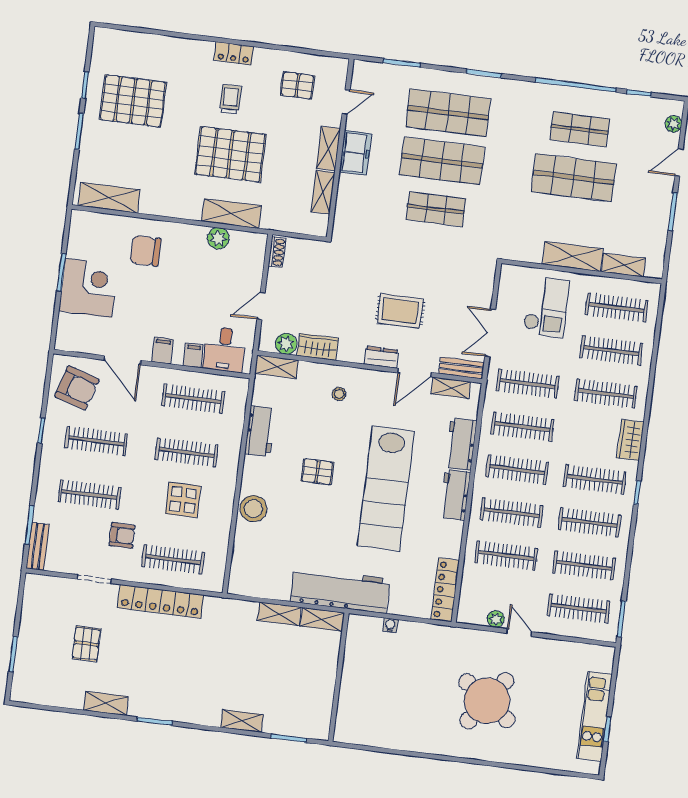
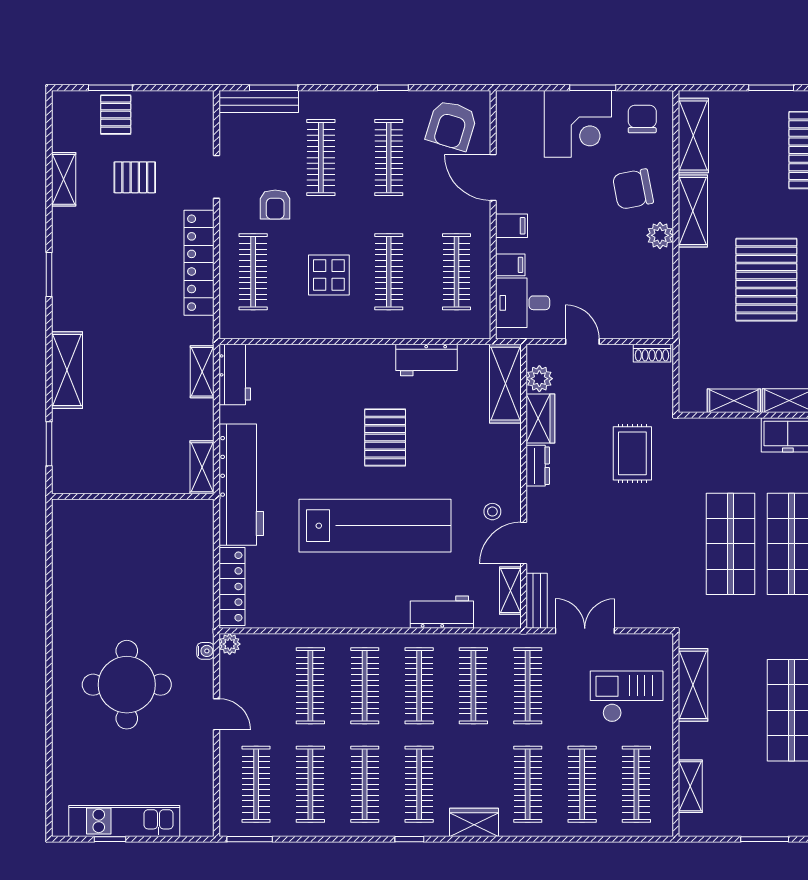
shop shelf: (436, 209) -> (730, 544), width x1.43, depth x1.36
shelving: (231, 213) -> (693, 211), moved
chair: (91, 236) -> (642, 119), added
plant: (218, 238) -> (660, 235), moved
chair: (146, 251) -> (633, 189), turned -101
shelving: (573, 256) -> (693, 685), moved
checkout: (546, 307) -> (627, 696), turned 180
rug: (400, 311) -> (632, 453), moved
dresser: (381, 357) -> (538, 466), moved
door: (122, 360) -> (493, 177), hinge flipped
shelving: (277, 367) -> (505, 384), width x1.50, depth x1.33
door: (415, 373) -> (524, 543), hinge flipped
stool: (339, 394) -> (492, 512), moved
pallet: (317, 472) -> (385, 437), width x1.50, depth x1.42
lab bench: (386, 488) -> (375, 526), turned 180
workbench: (455, 495) -> (235, 375), moved, turned 90
stool: (253, 509) -> (329, 364), removed
bench: (38, 546) -> (259, 101), width x1.36
locker: (445, 590) -> (232, 586), moved, turned 90
shelving: (279, 614) -> (202, 372), moved
plant: (496, 619) -> (230, 644), moved
water cooler: (390, 625) -> (205, 651), moved
door: (519, 633) -> (217, 714), hinge flipped
pallet: (35, 653) -> (116, 115), added
round table: (487, 701) -> (127, 685), turned -36
shelving: (106, 703) -> (64, 179), moved
shelving: (242, 721) -> (67, 370), width x1.50, depth x1.33

